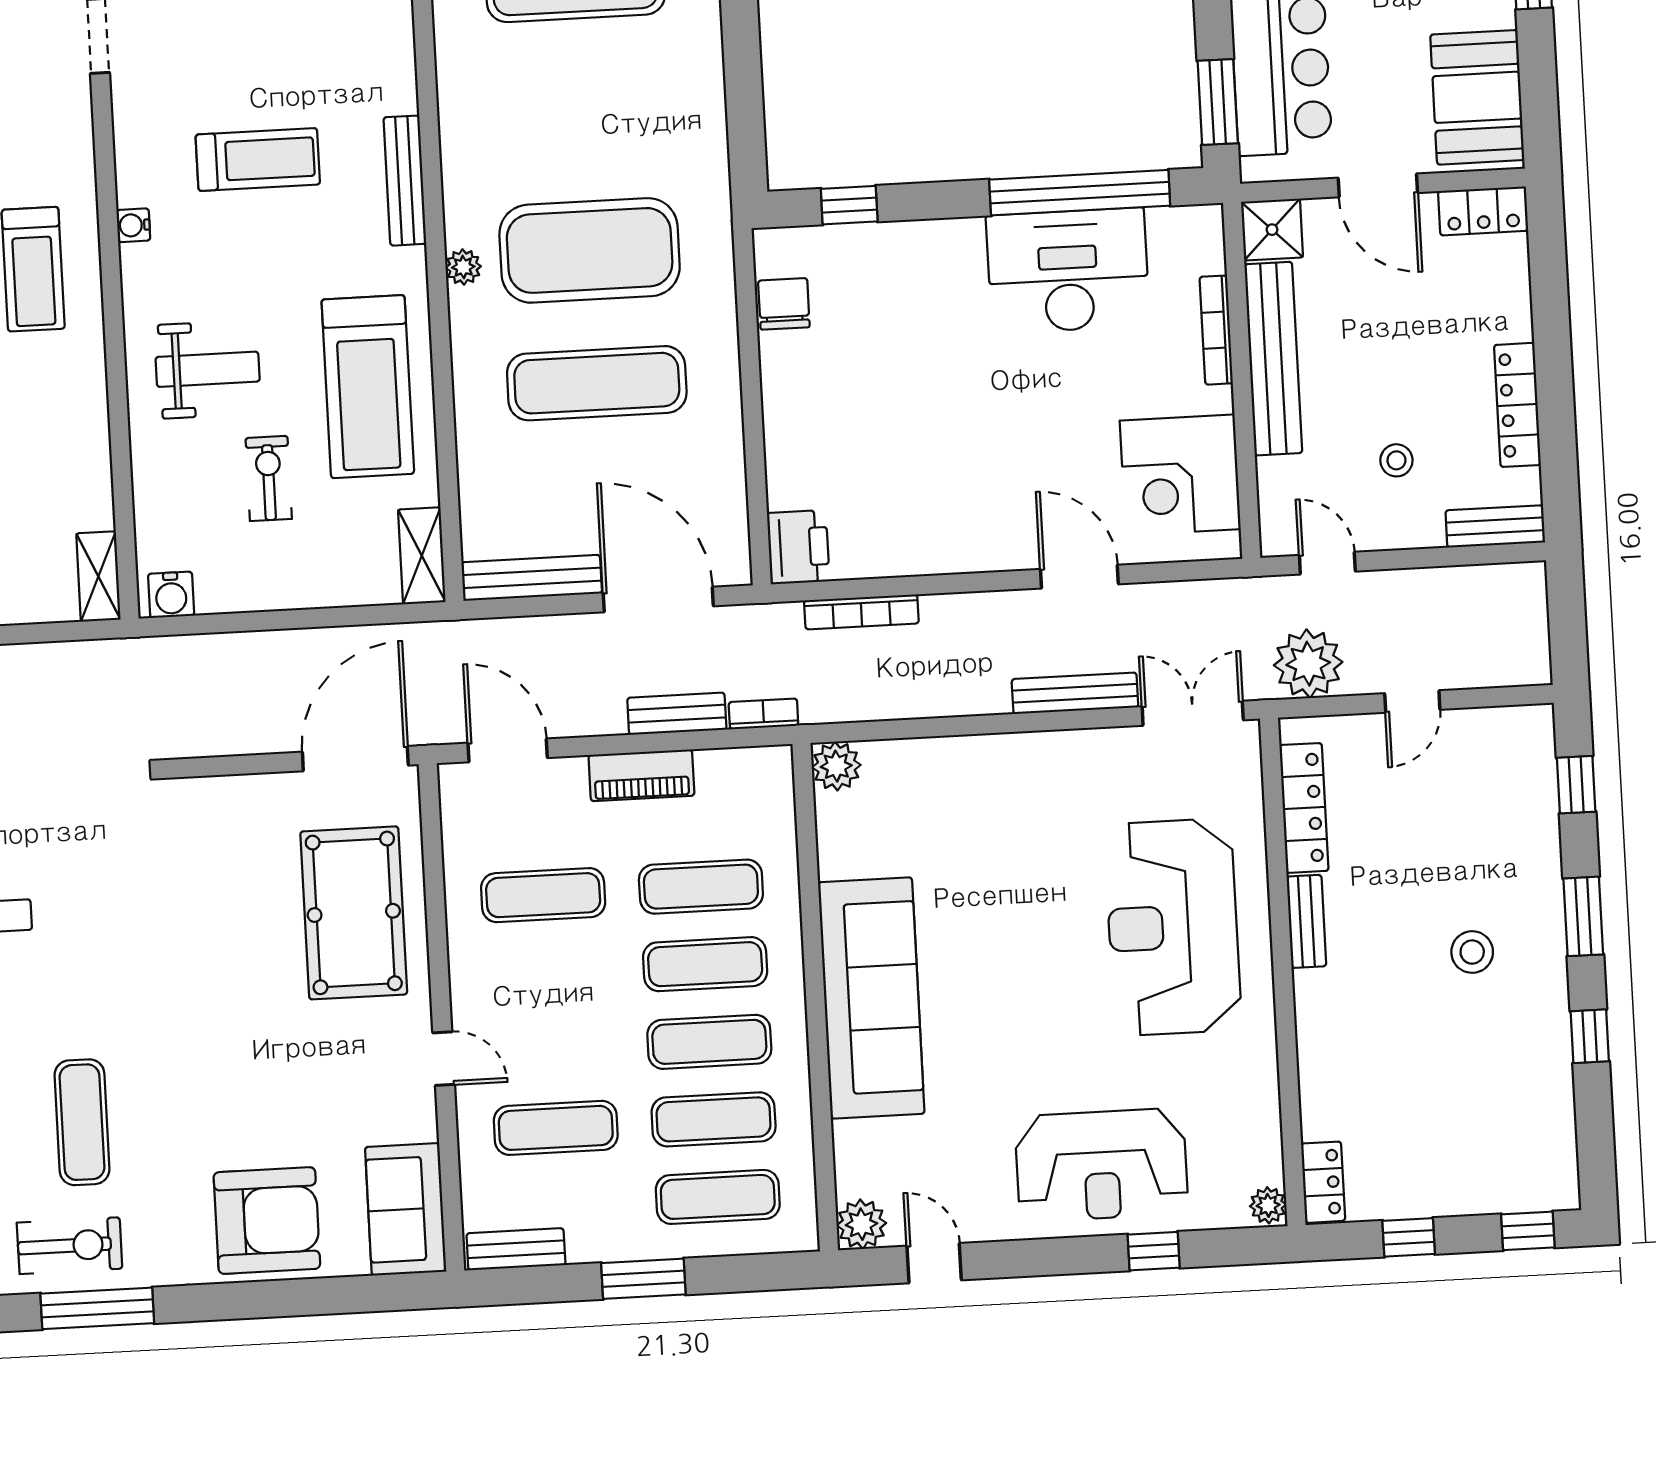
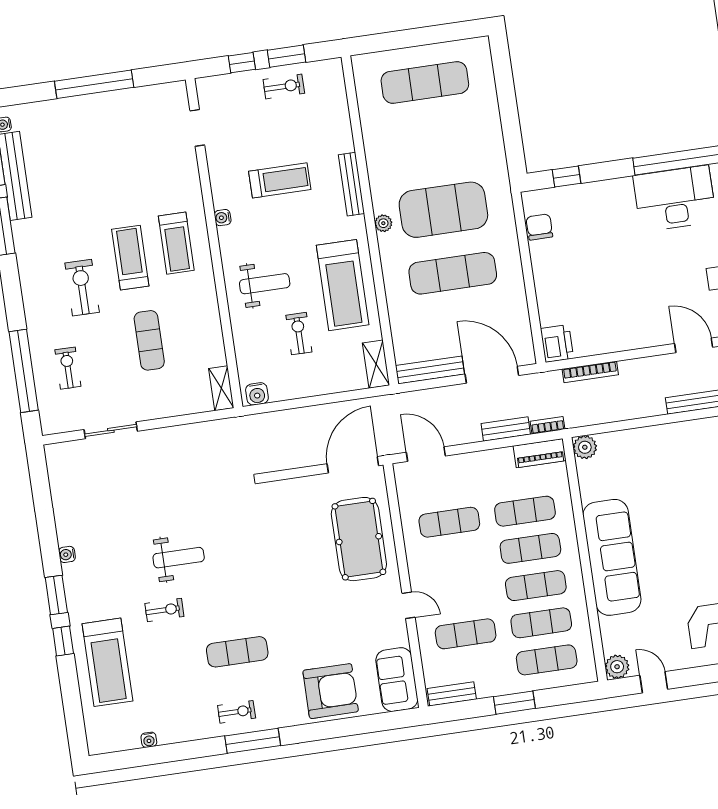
piano: (641, 775) -> (540, 453), moved
exercise mat: (82, 1122) -> (237, 652), turned 90
exercise bike: (70, 1246) -> (237, 712), width x0.73, depth x0.72

